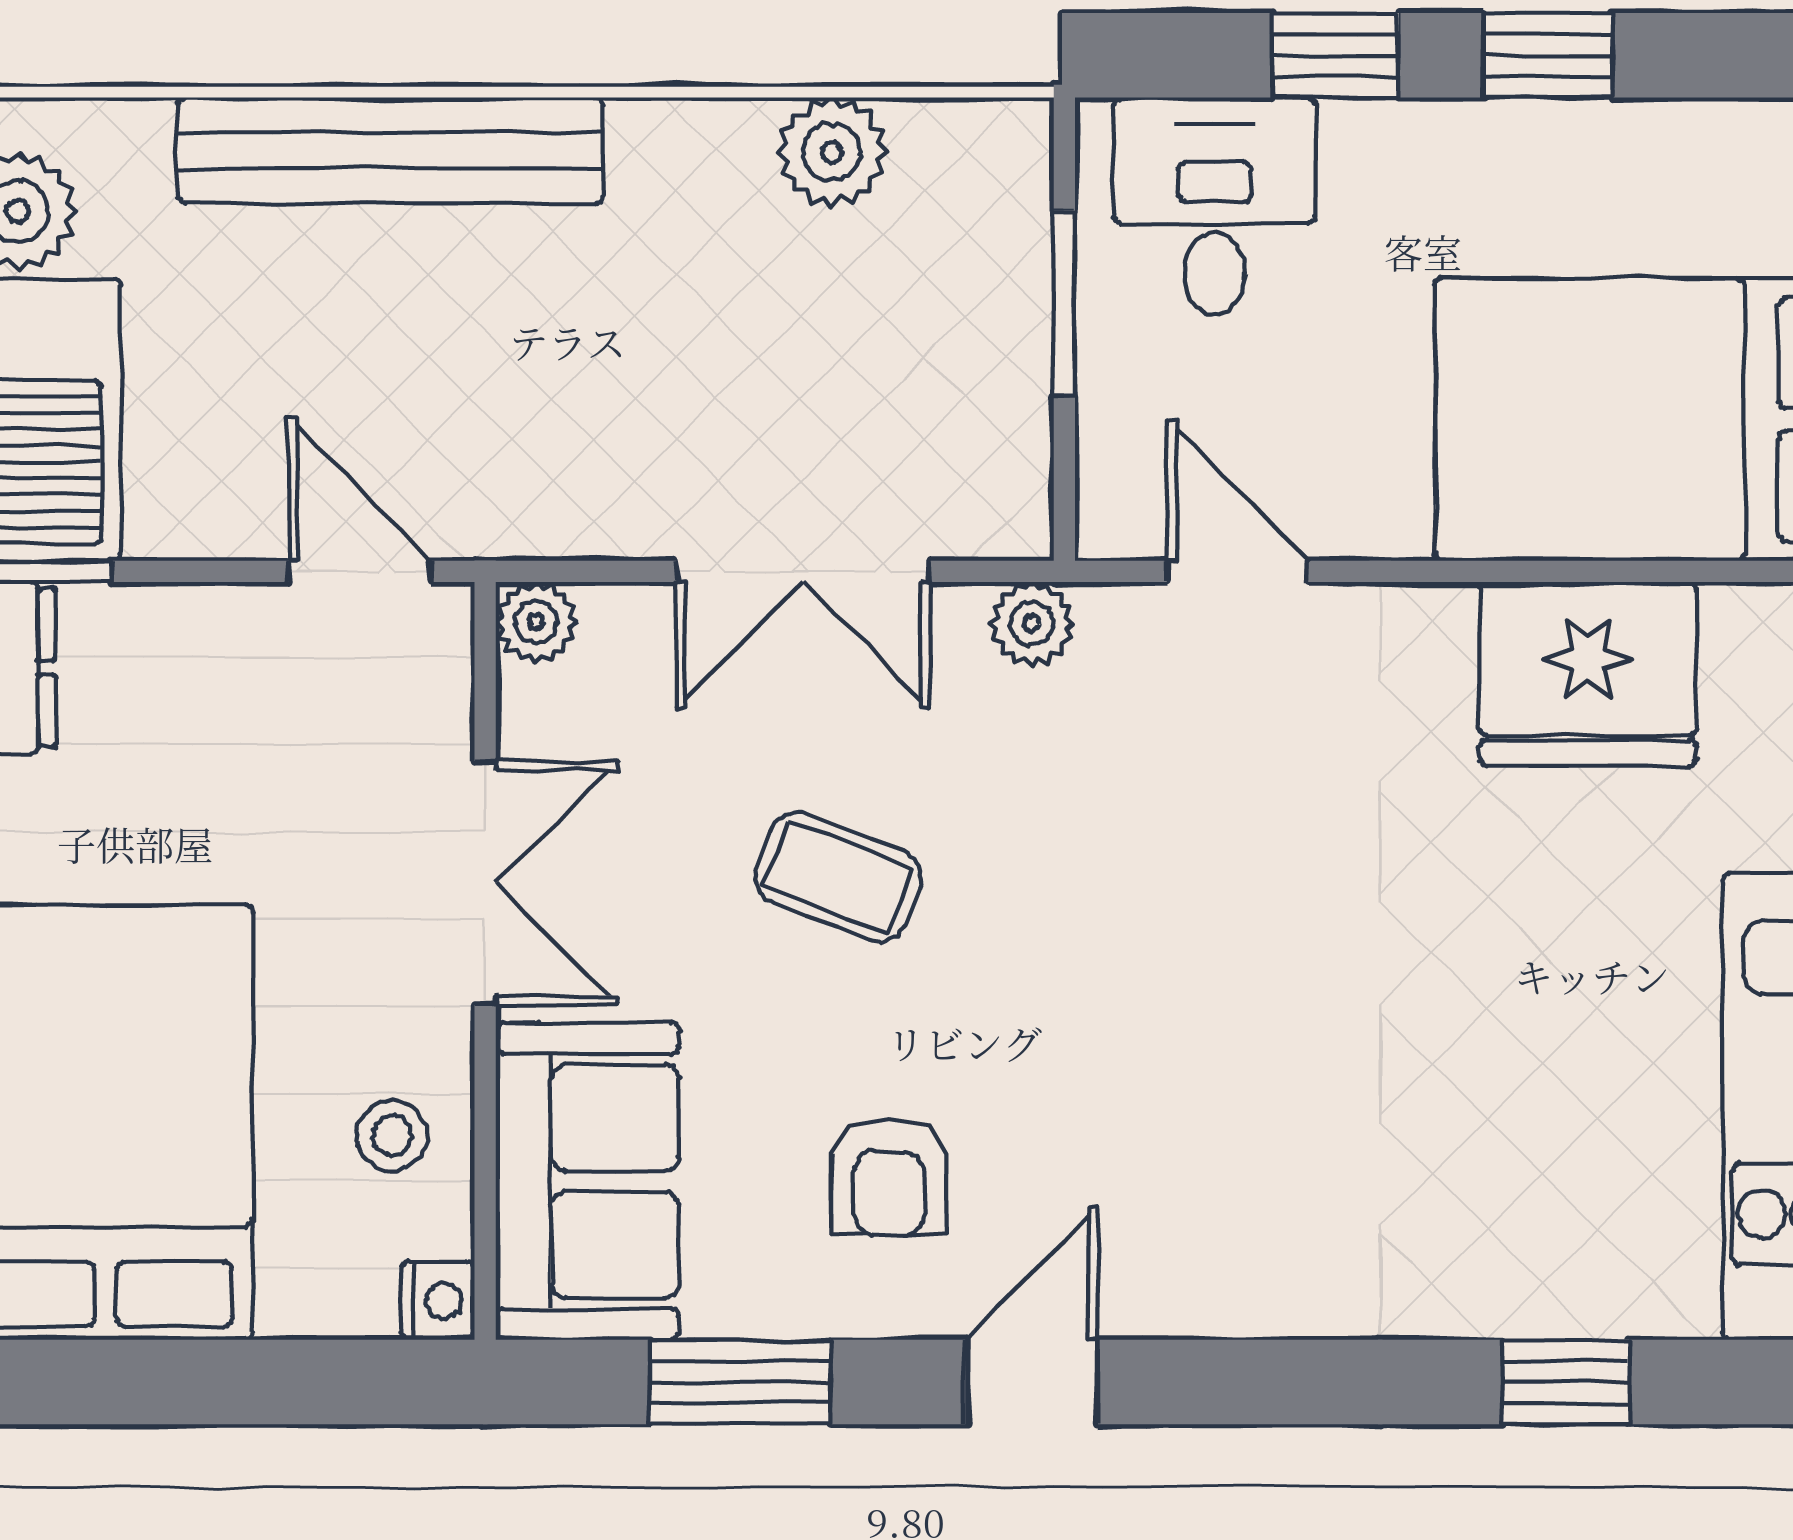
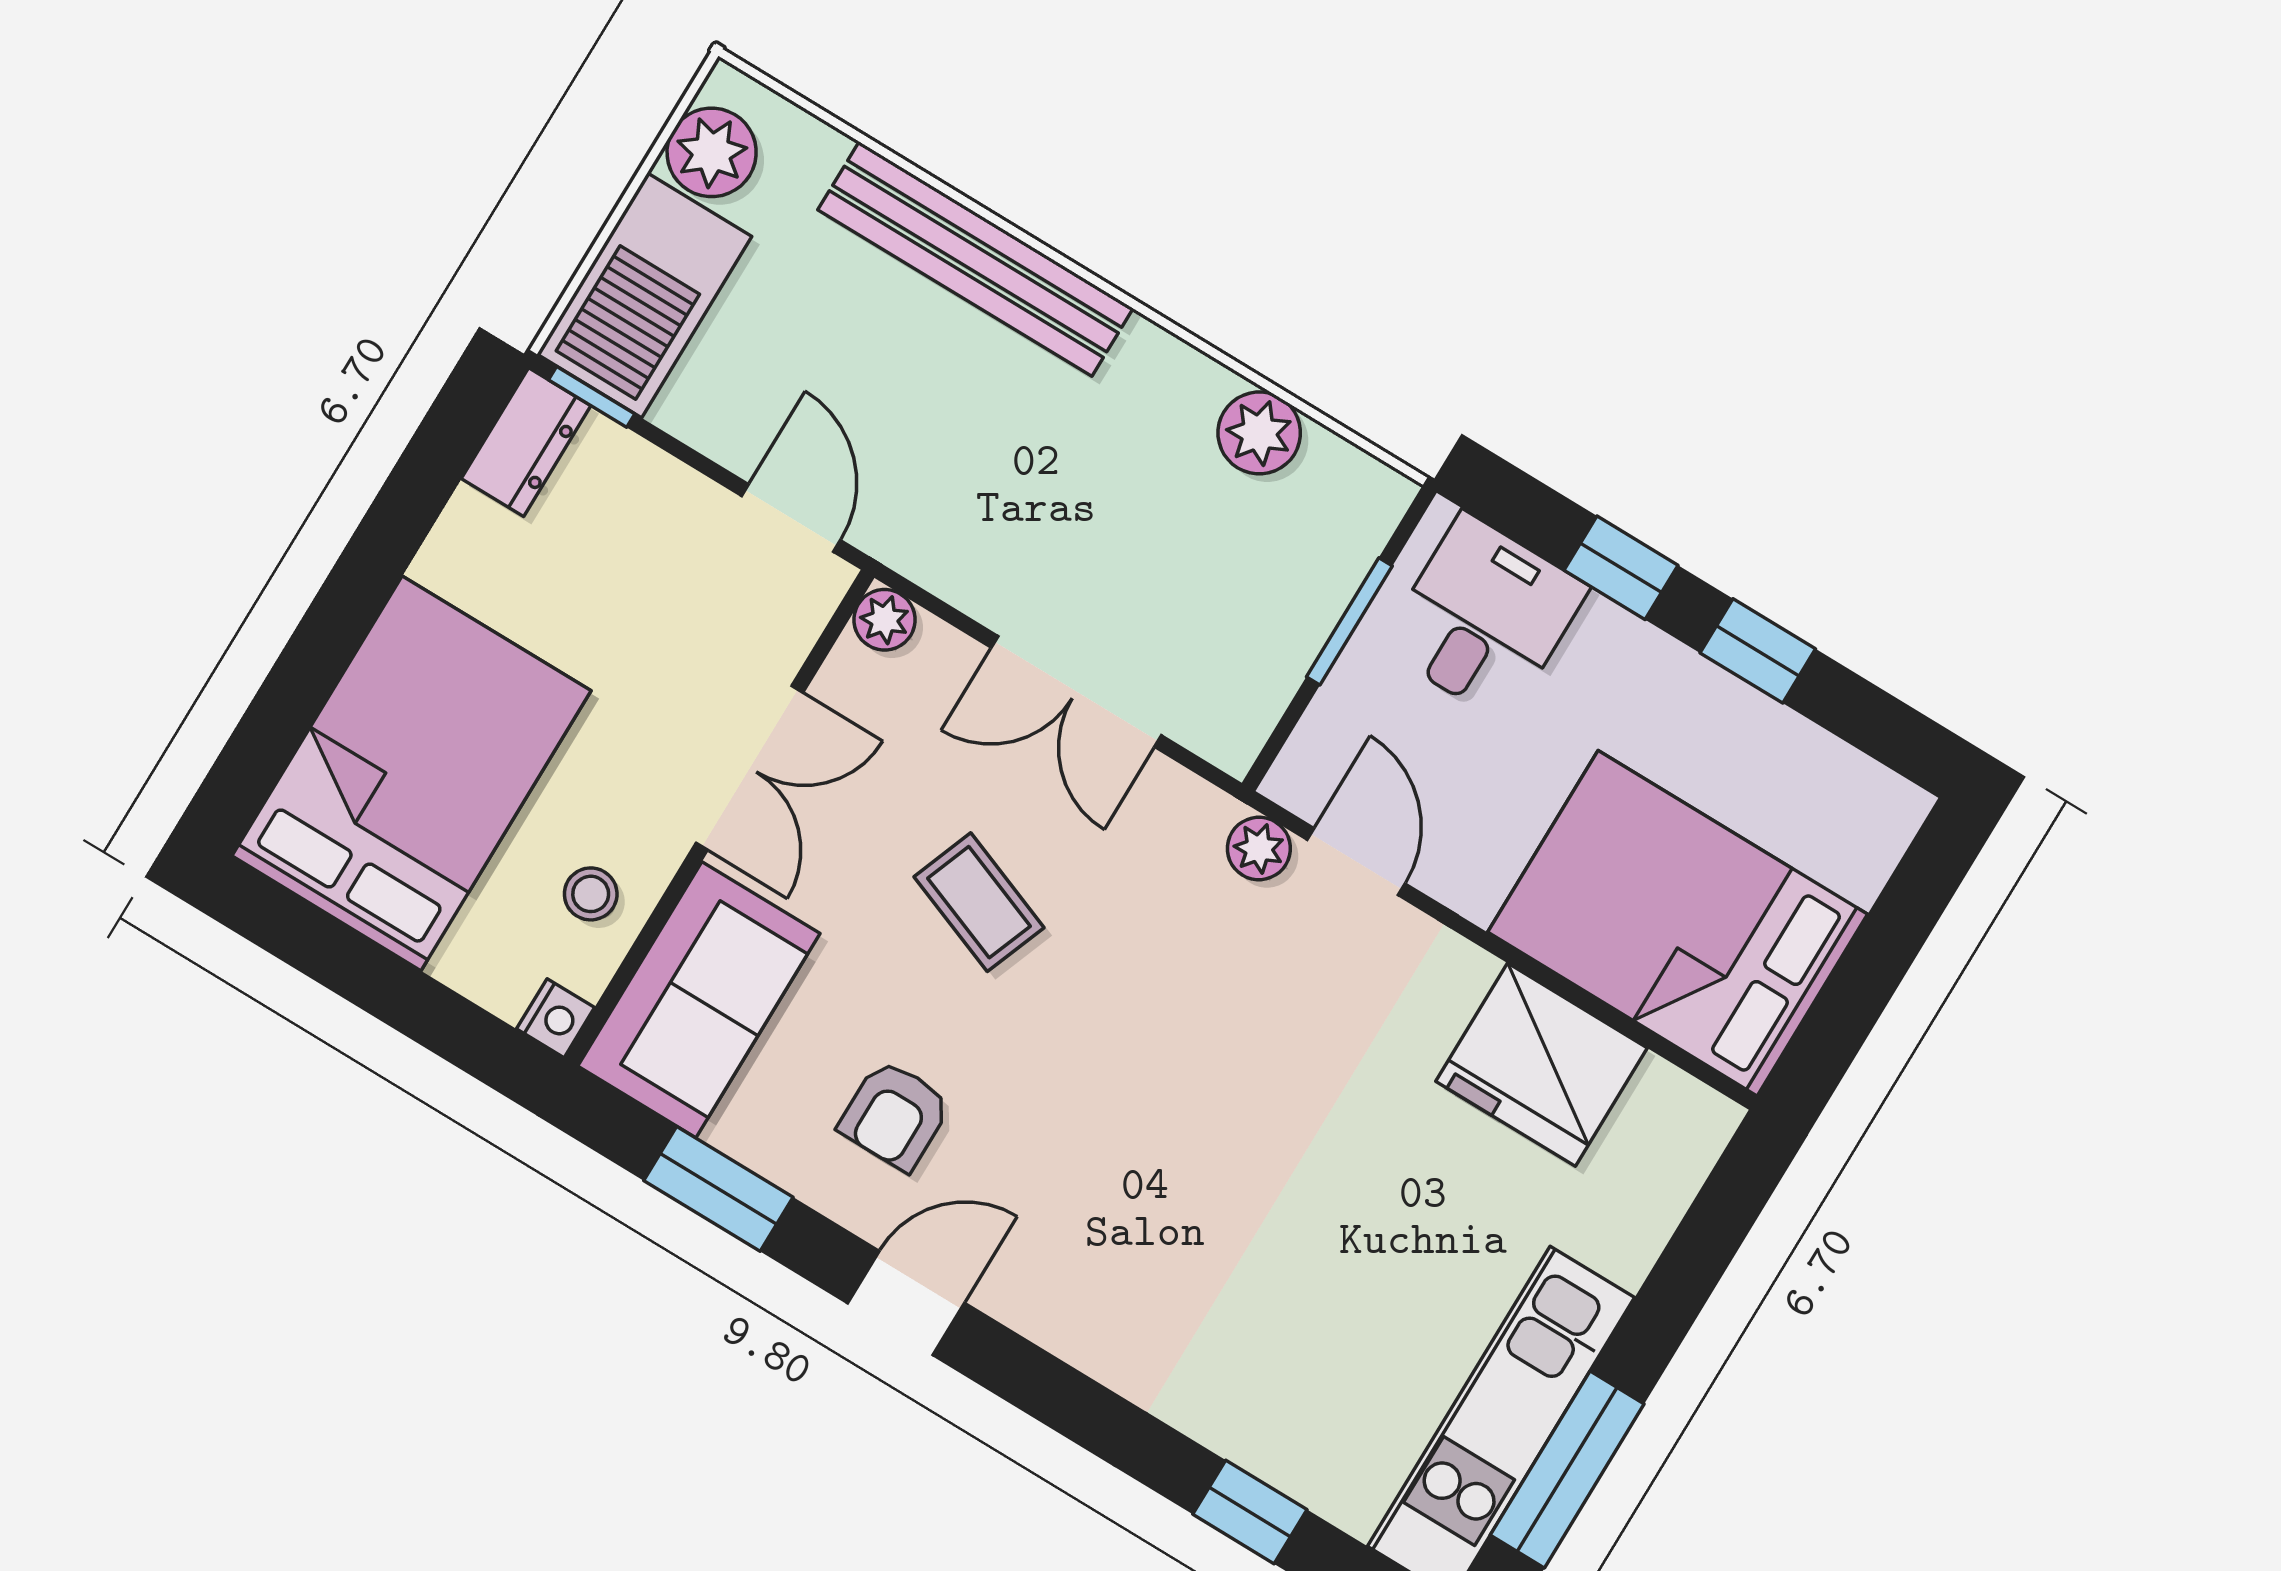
plant: (1032, 623) -> (1259, 848), moved

